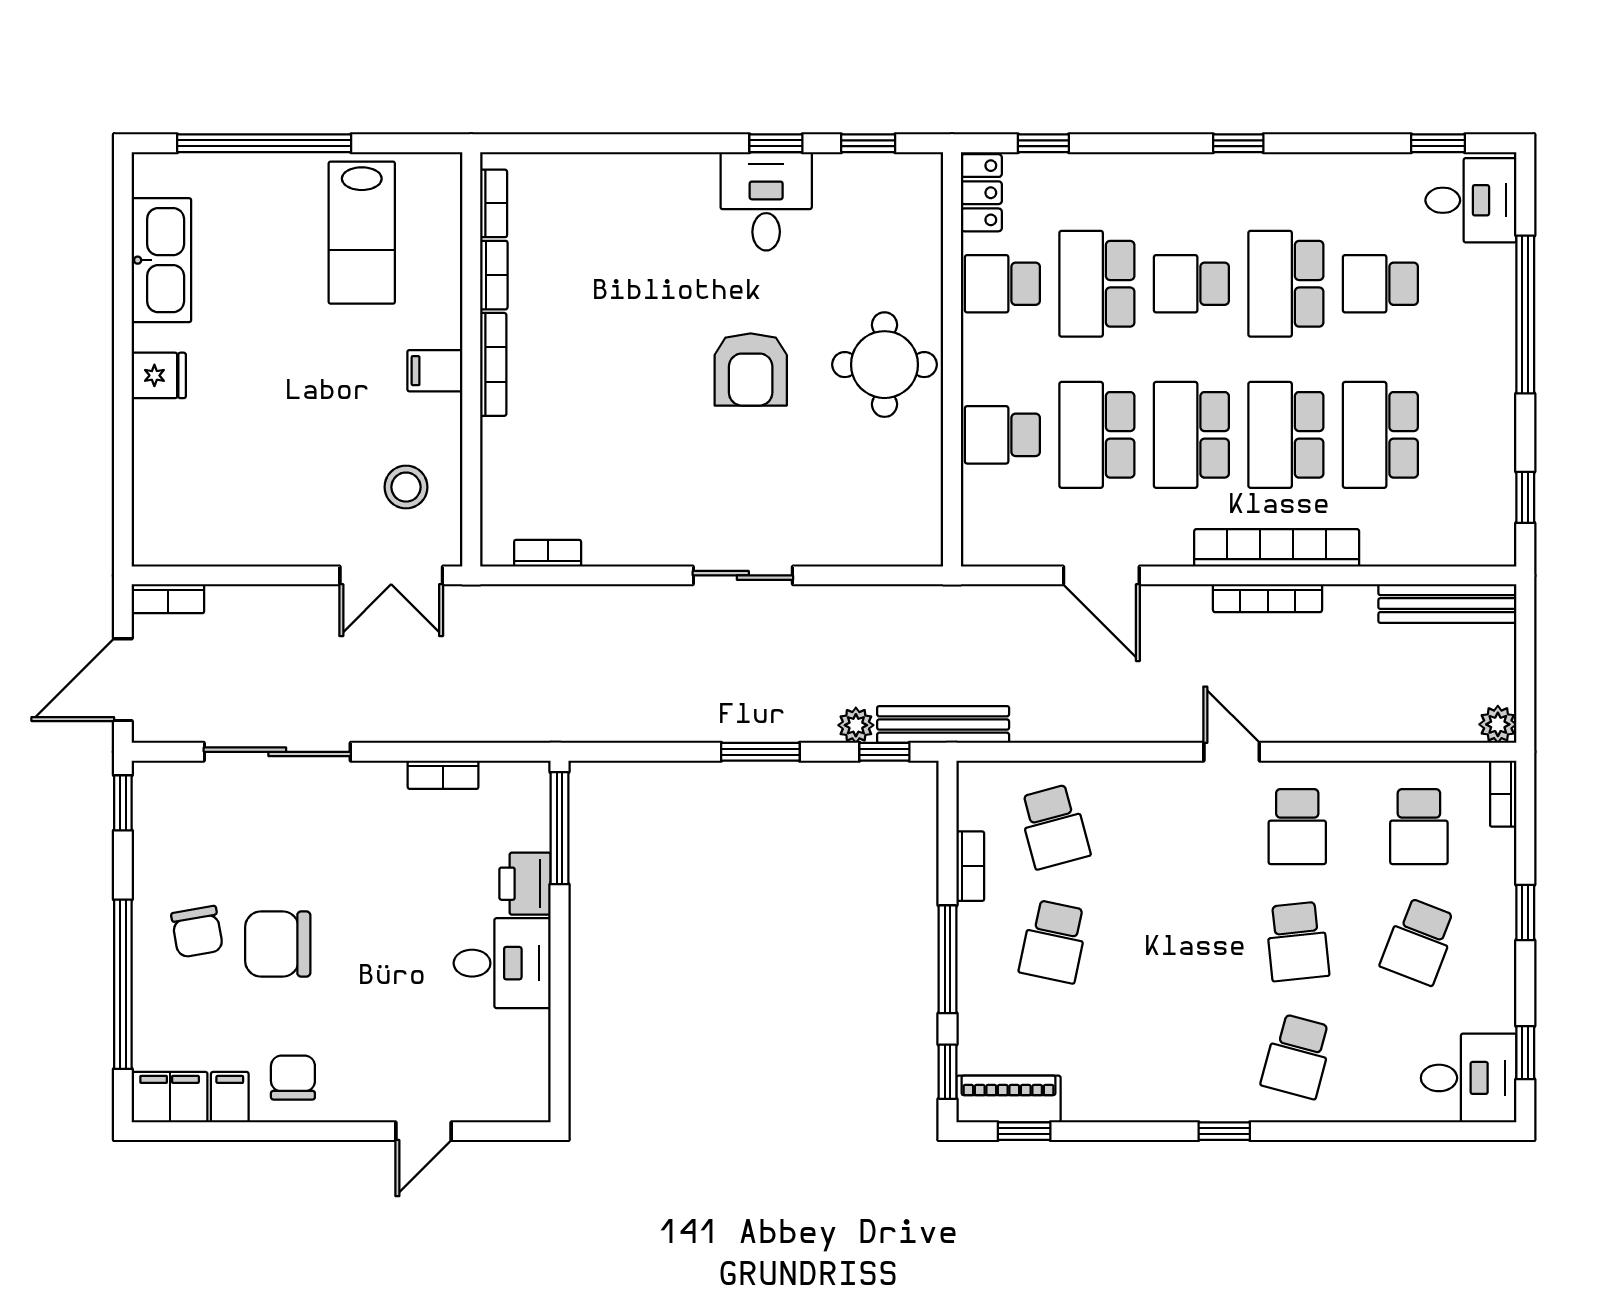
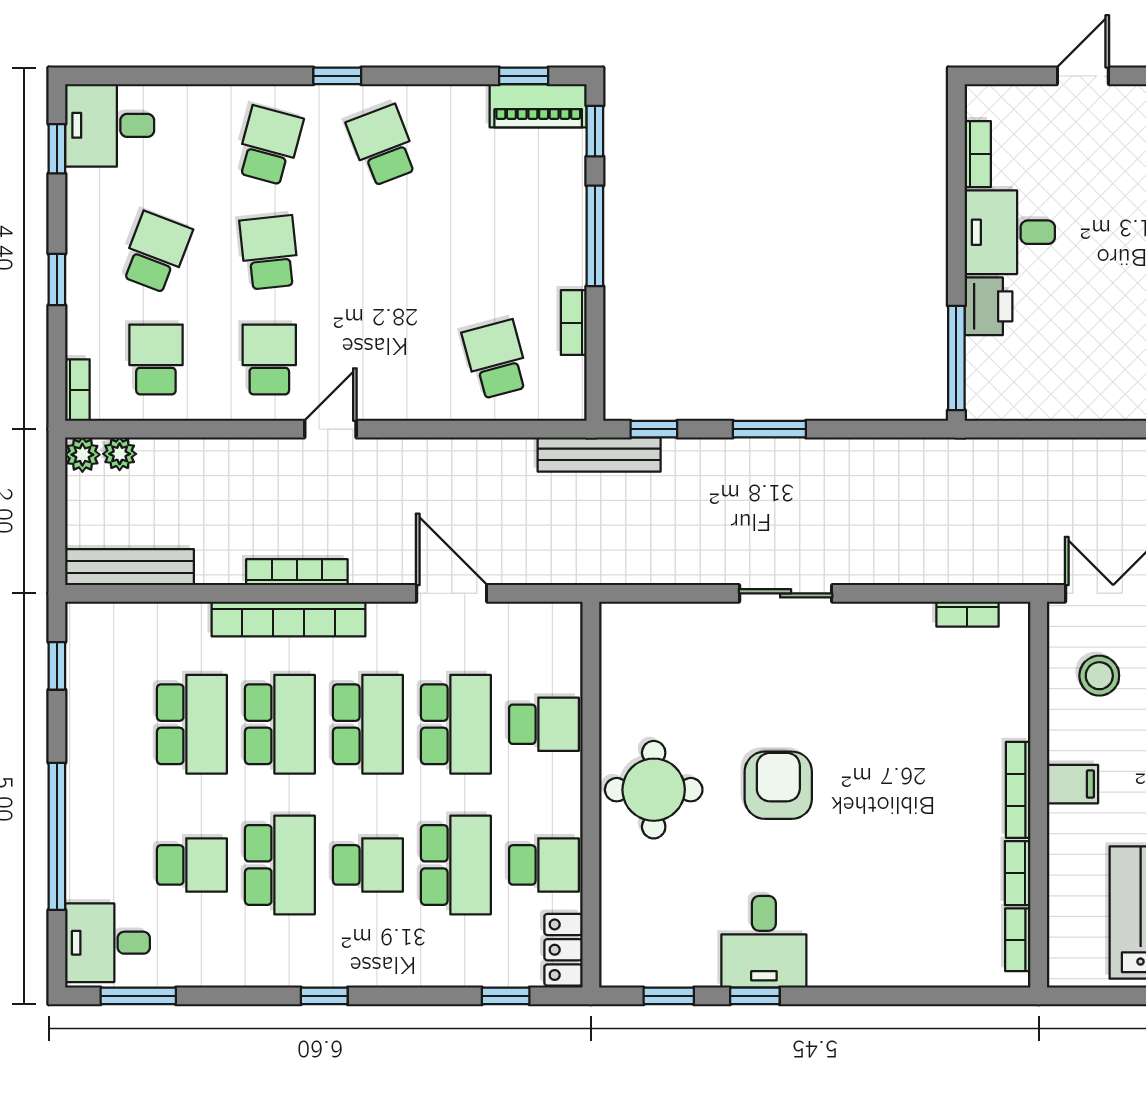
window: (1438, 143) -> (138, 996), width x1.50
plant: (856, 725) -> (120, 454), moved
door: (1232, 752) -> (330, 429), swing flipped
bookcase: (443, 775) -> (978, 154), moved, turned 90
school desk: (1054, 941) -> (383, 145), moved, turned -33

